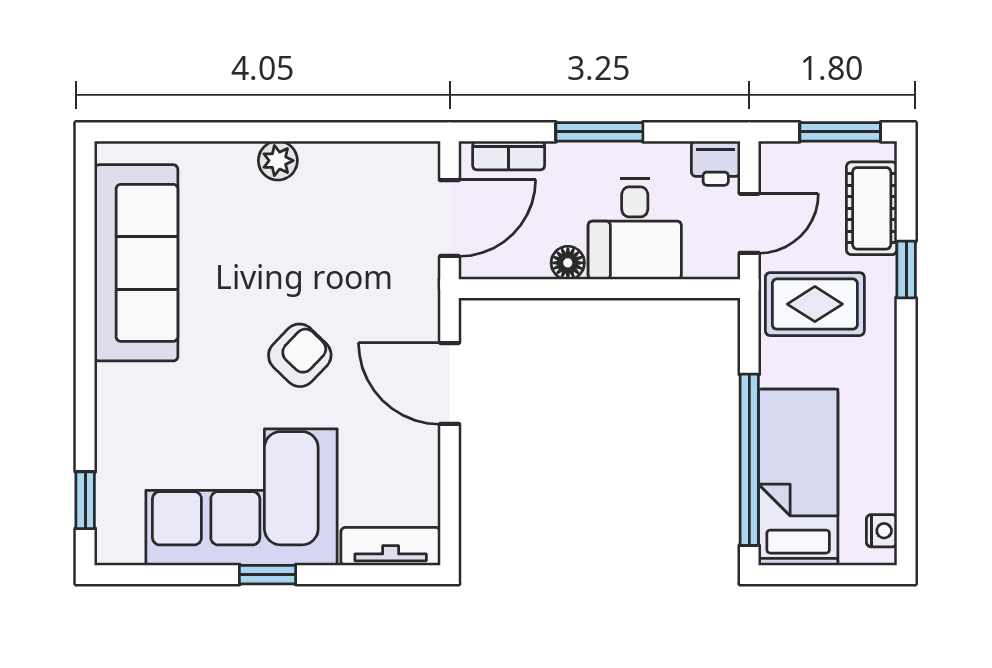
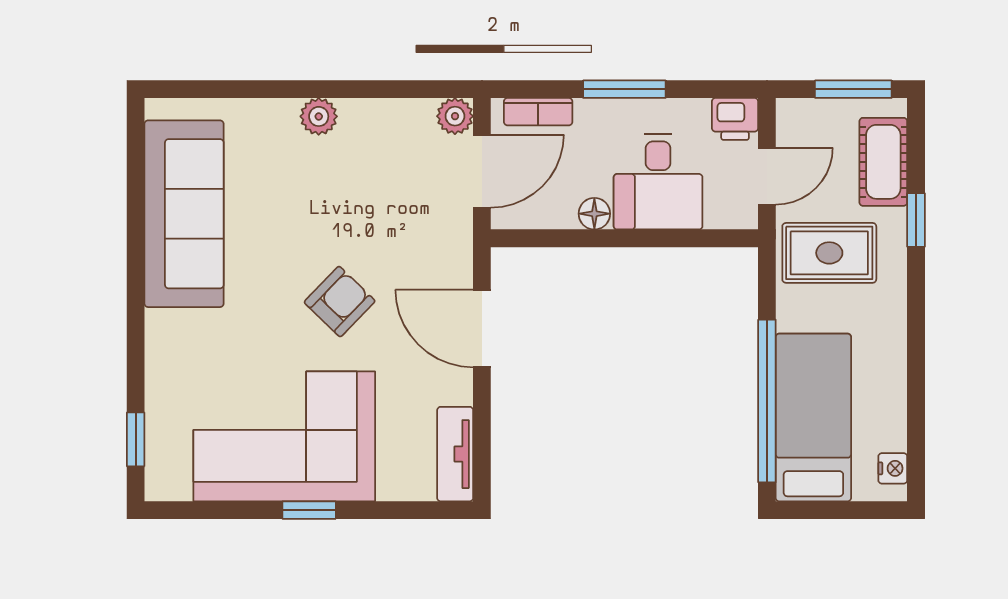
plant: (421, 160) -> (455, 116), added
tv unit: (391, 546) -> (455, 454), moved, turned -90

